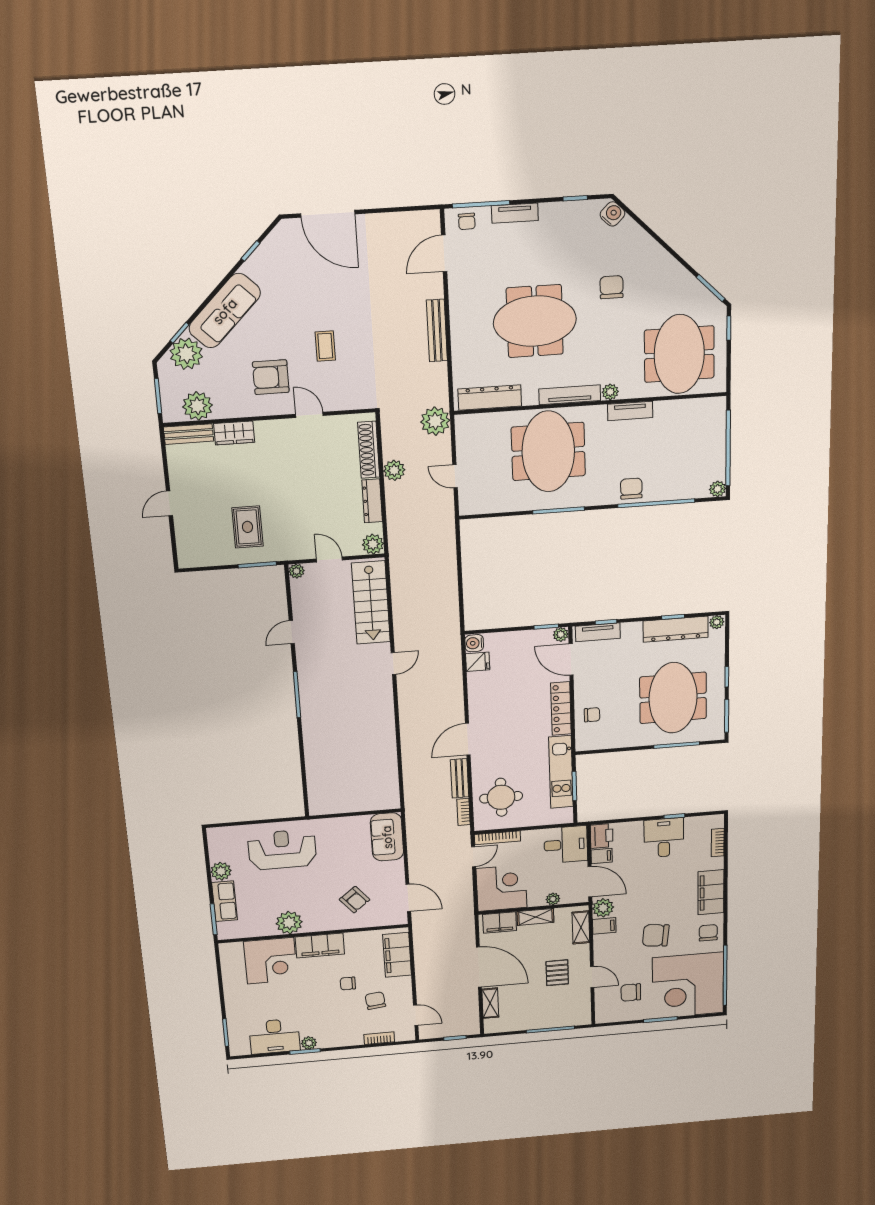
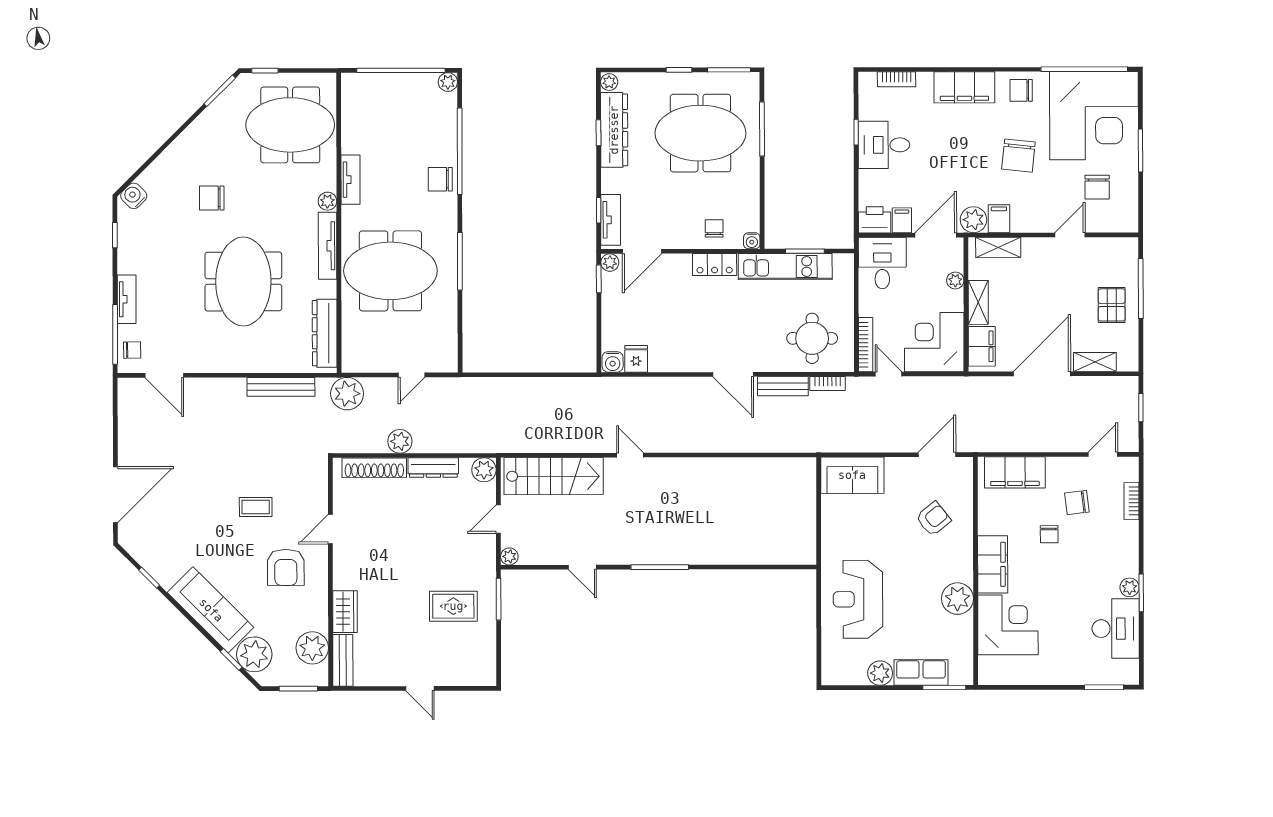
bench: (437, 330) -> (281, 387), moved
locker: (561, 709) -> (715, 265), width x0.66
water cooler: (582, 745) -> (752, 241), added
pallet: (557, 973) -> (1112, 305), moved, turned 90

